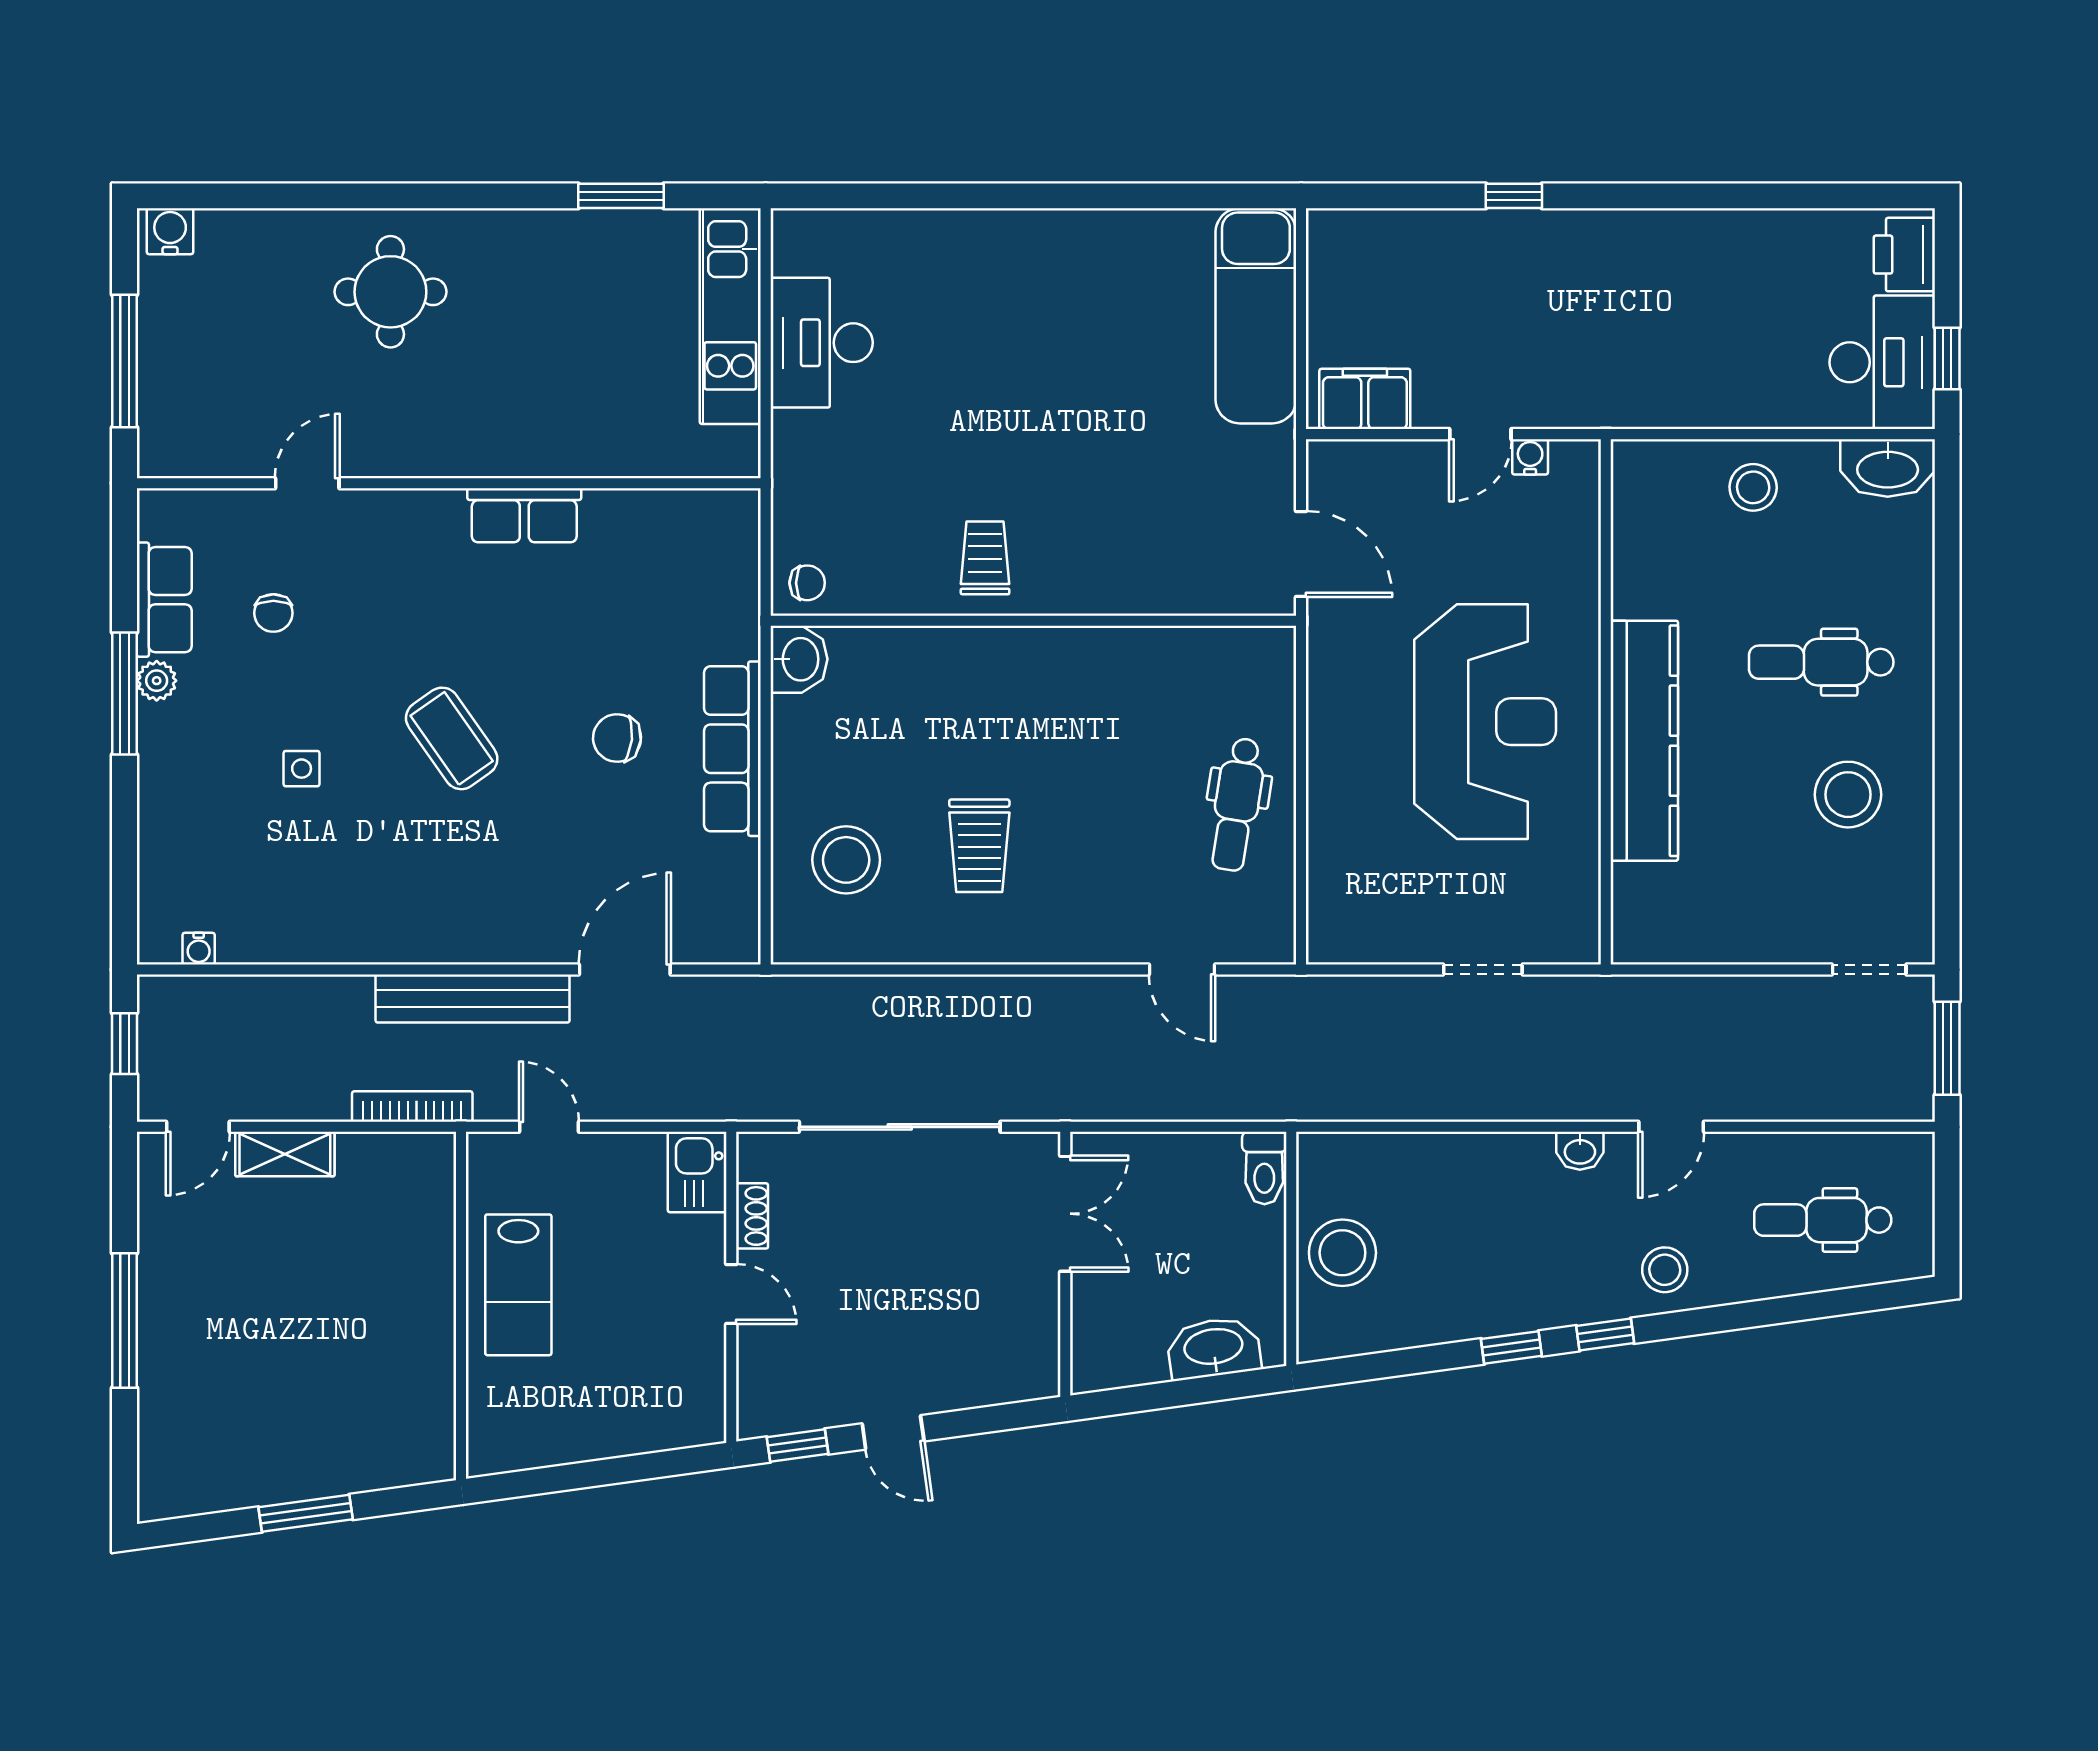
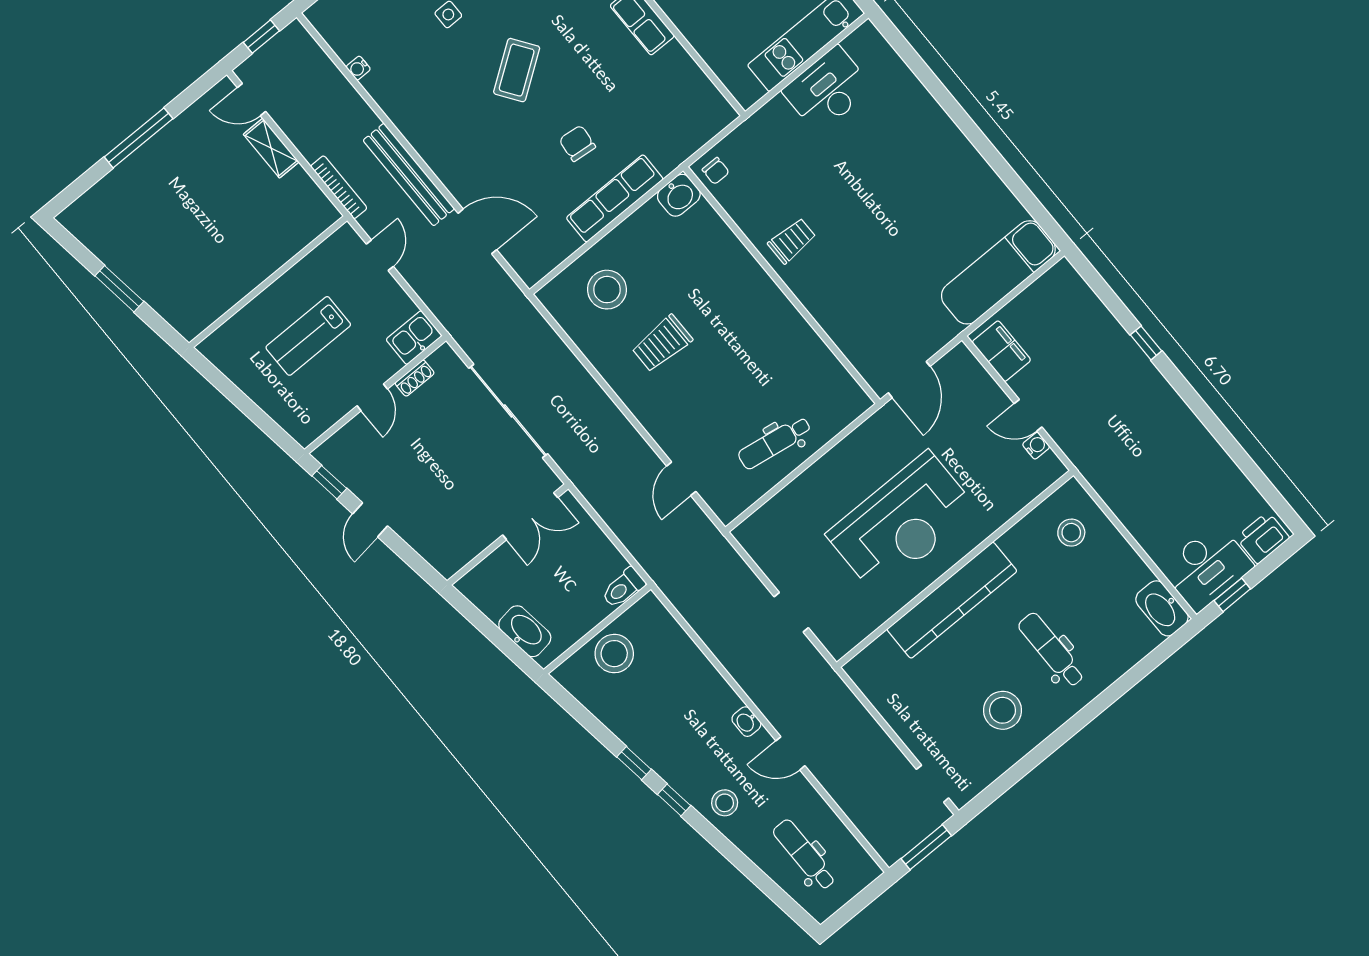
stool: (1753, 487) -> (1071, 533), moved
water cooler: (199, 949) -> (358, 68), moved
lab bench: (518, 1285) -> (308, 336), moved

